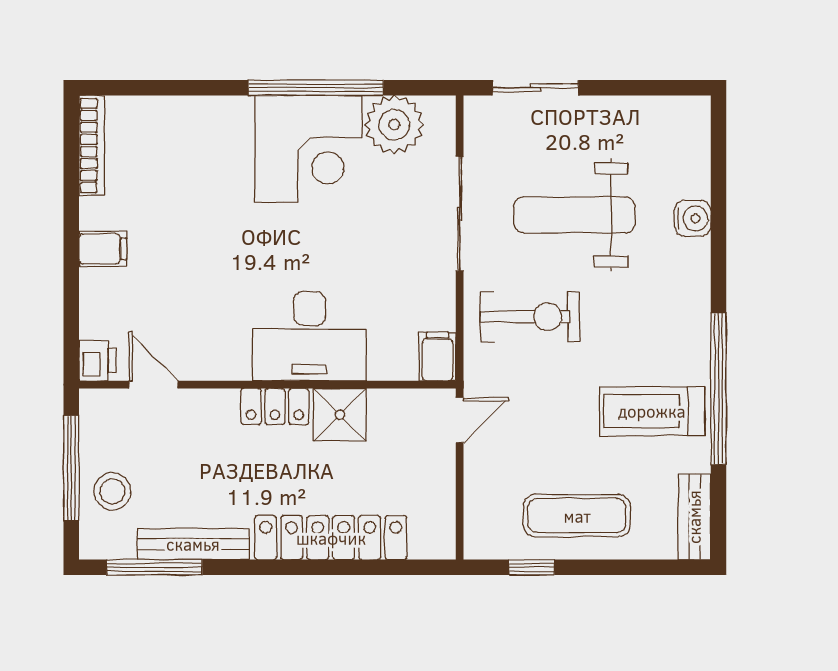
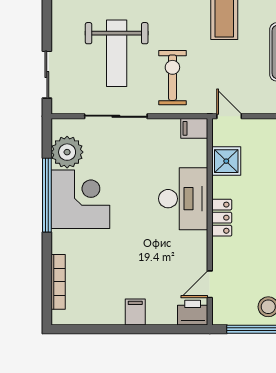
bookcase: (92, 145) -> (58, 282), moved, turned 90
printer: (97, 361) -> (193, 313), width x1.36, depth x1.24
shower: (340, 415) -> (226, 161), moved

